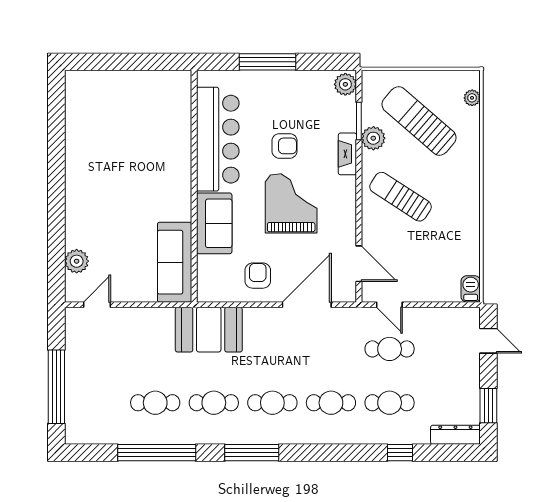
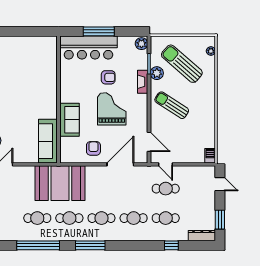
bar counter: (218, 139) -> (88, 47), moved, turned 90
booth: (209, 330) -> (60, 183), width x1.36, depth x1.42

